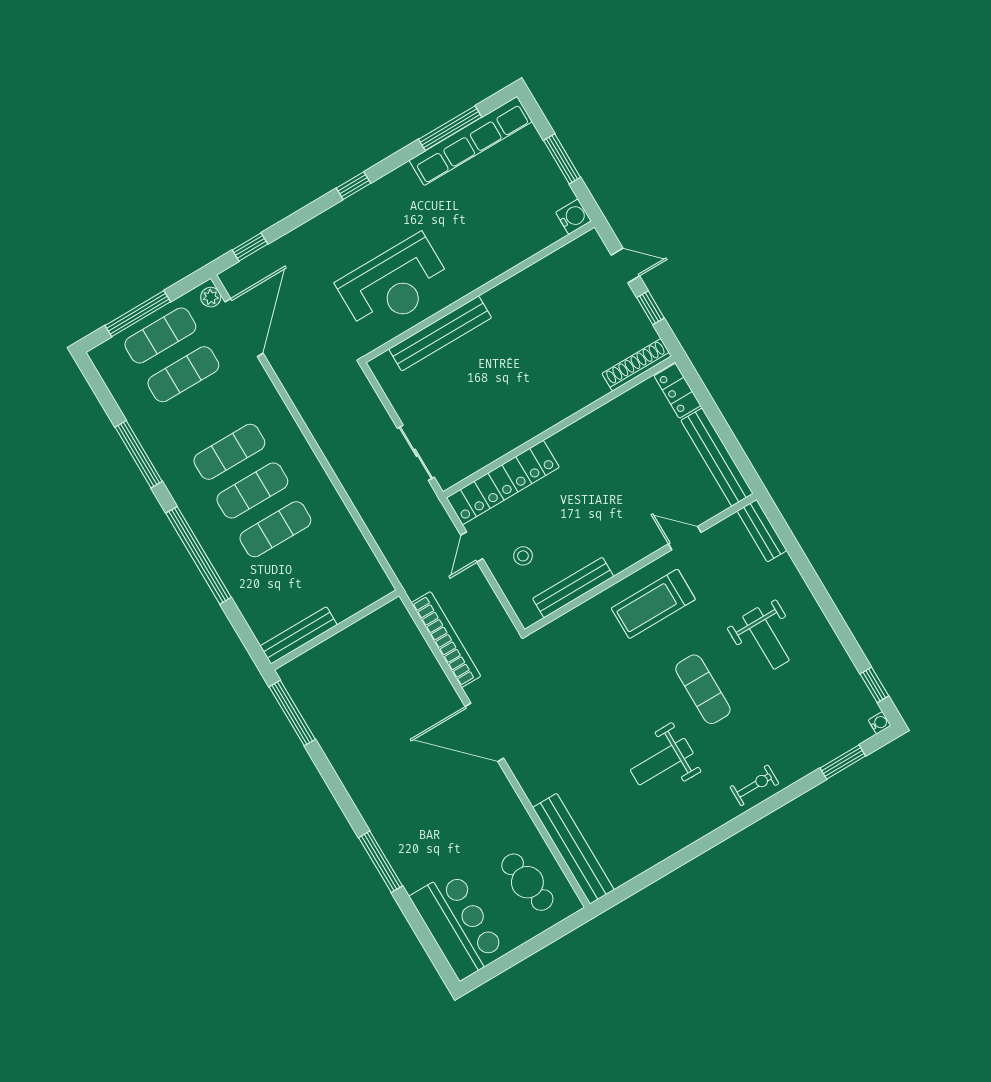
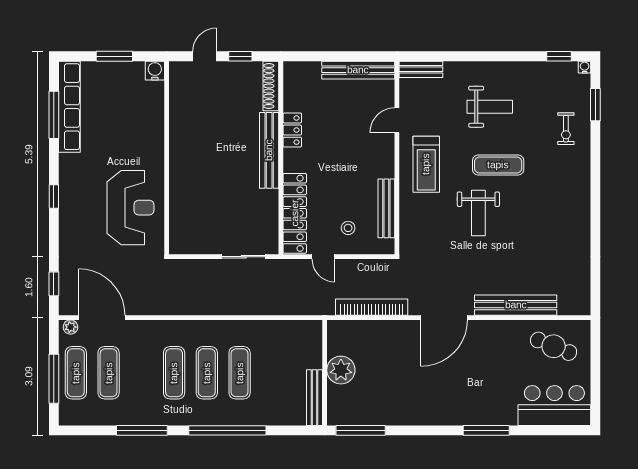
bench: (440, 334) -> (269, 150), moved
locker: (677, 391) -> (292, 130), moved, turned -90
plant: (350, 647) -> (341, 370), added
weight bench: (662, 762) -> (478, 213), moved
exercise bike: (754, 785) -> (566, 129), moved, turned 180
bench: (573, 849) -> (516, 305), moved
cafe table: (527, 882) -> (554, 346), turned 31

